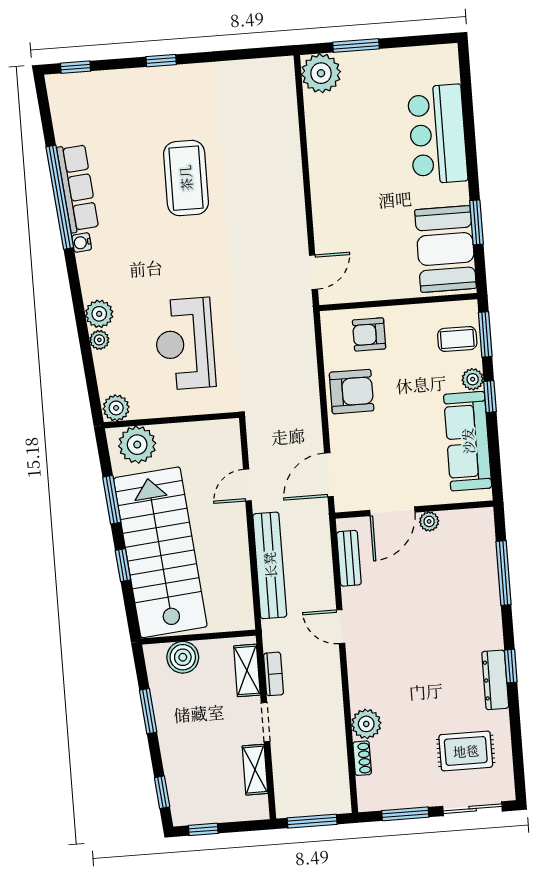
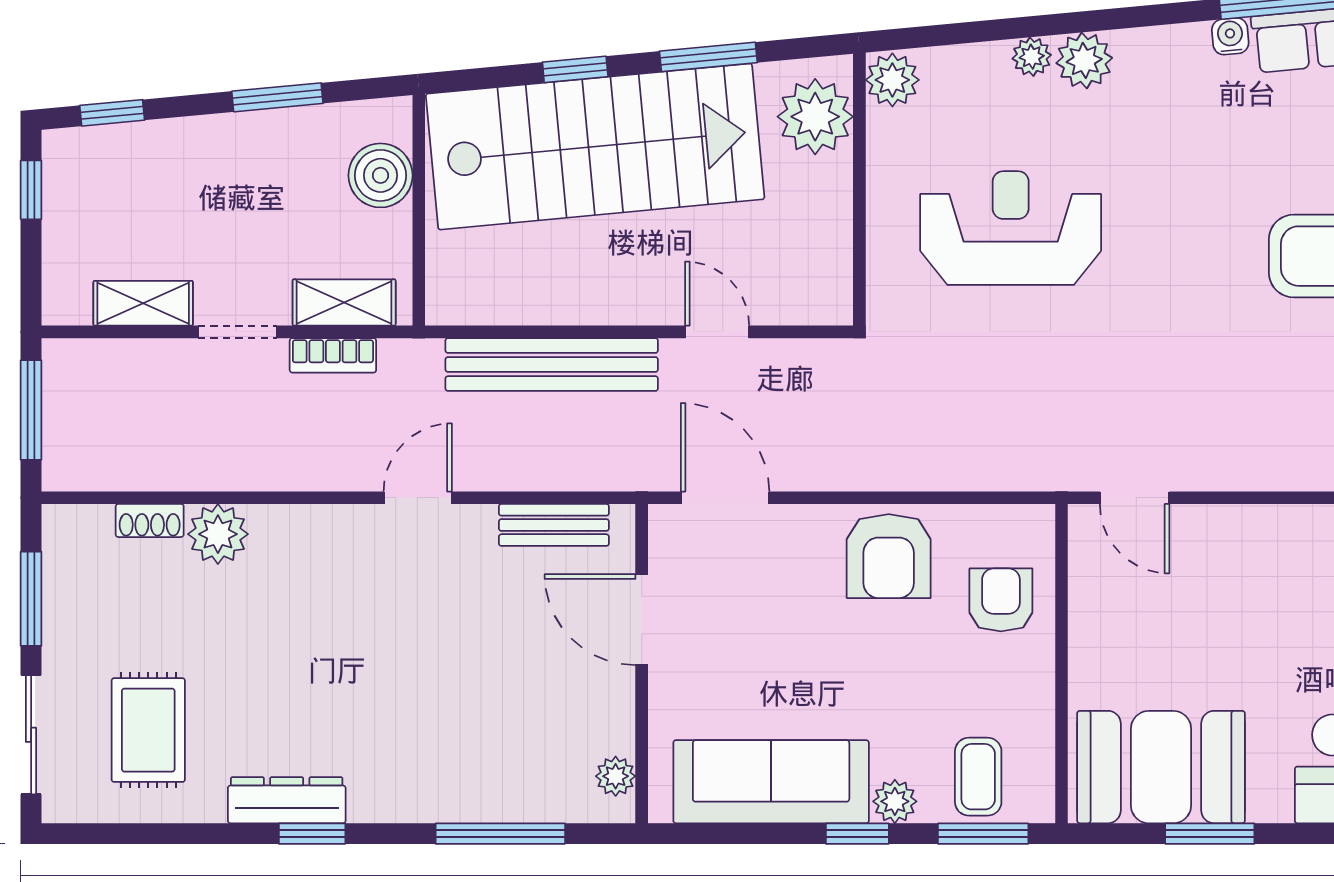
plant: (429, 521) -> (616, 776), moved

